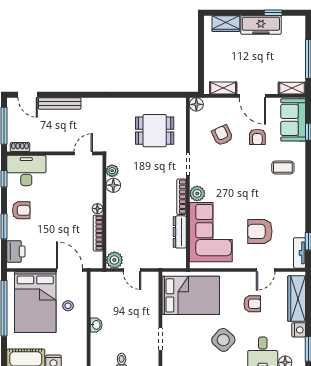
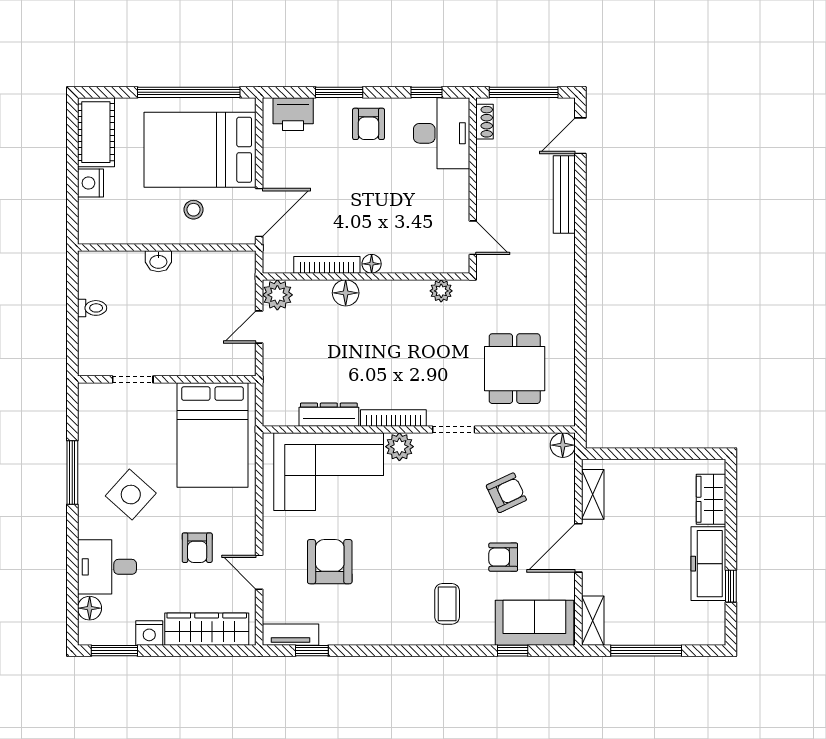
floor lamp: (113, 185) -> (346, 293), moved

